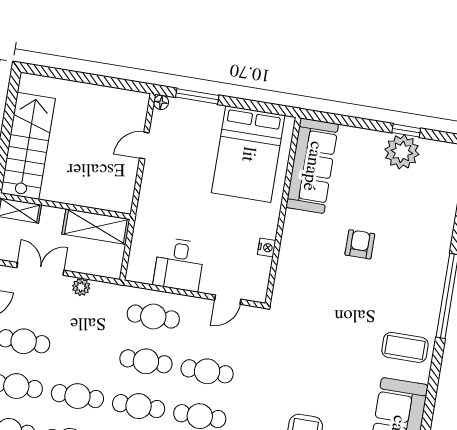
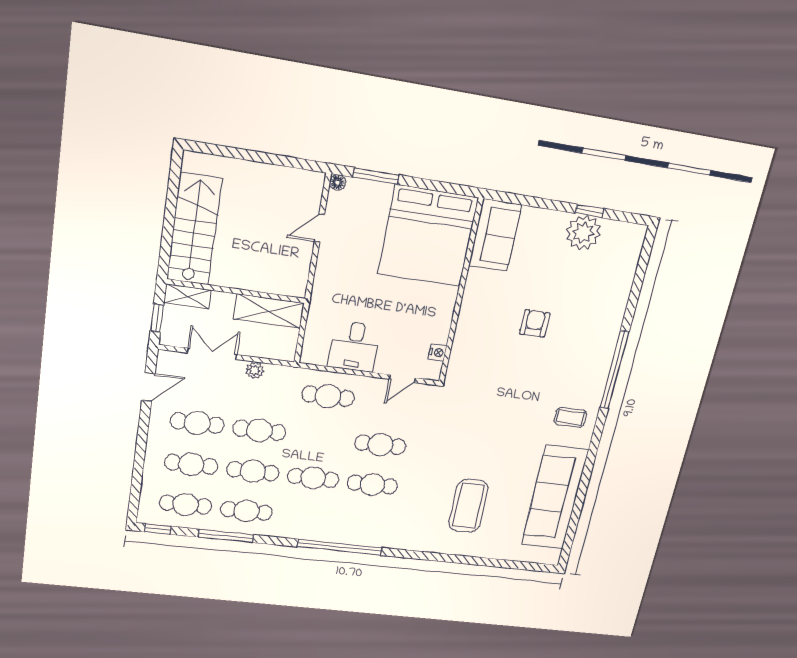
bed: (248, 154) -> (428, 236), width x1.36
sofa: (312, 166) -> (495, 235), width x0.73
nightstand: (267, 247) -> (438, 353), moved
coffee table: (405, 347) -> (570, 417), width x0.73, depth x0.77
cafe table: (146, 361) -> (259, 430), moved

